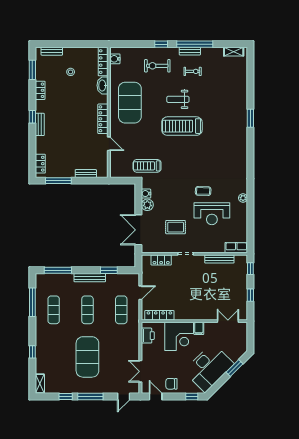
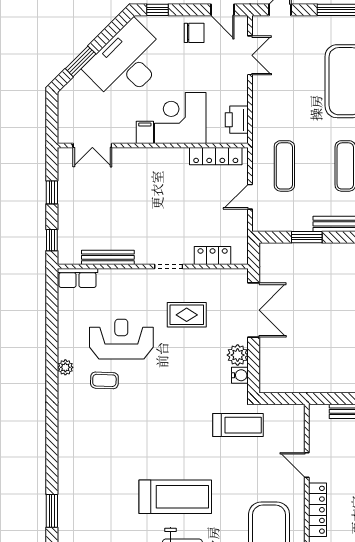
coffee table: (203, 191) -> (104, 380), moved

